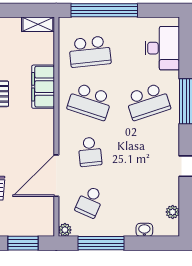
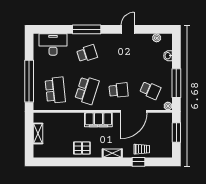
shelving: (38, 24) -> (38, 133), moved
filing cabinet: (43, 87) -> (98, 120), moved
school desk: (148, 102) -> (87, 54), width x0.54
door: (56, 176) -> (134, 111), hinge flipped

